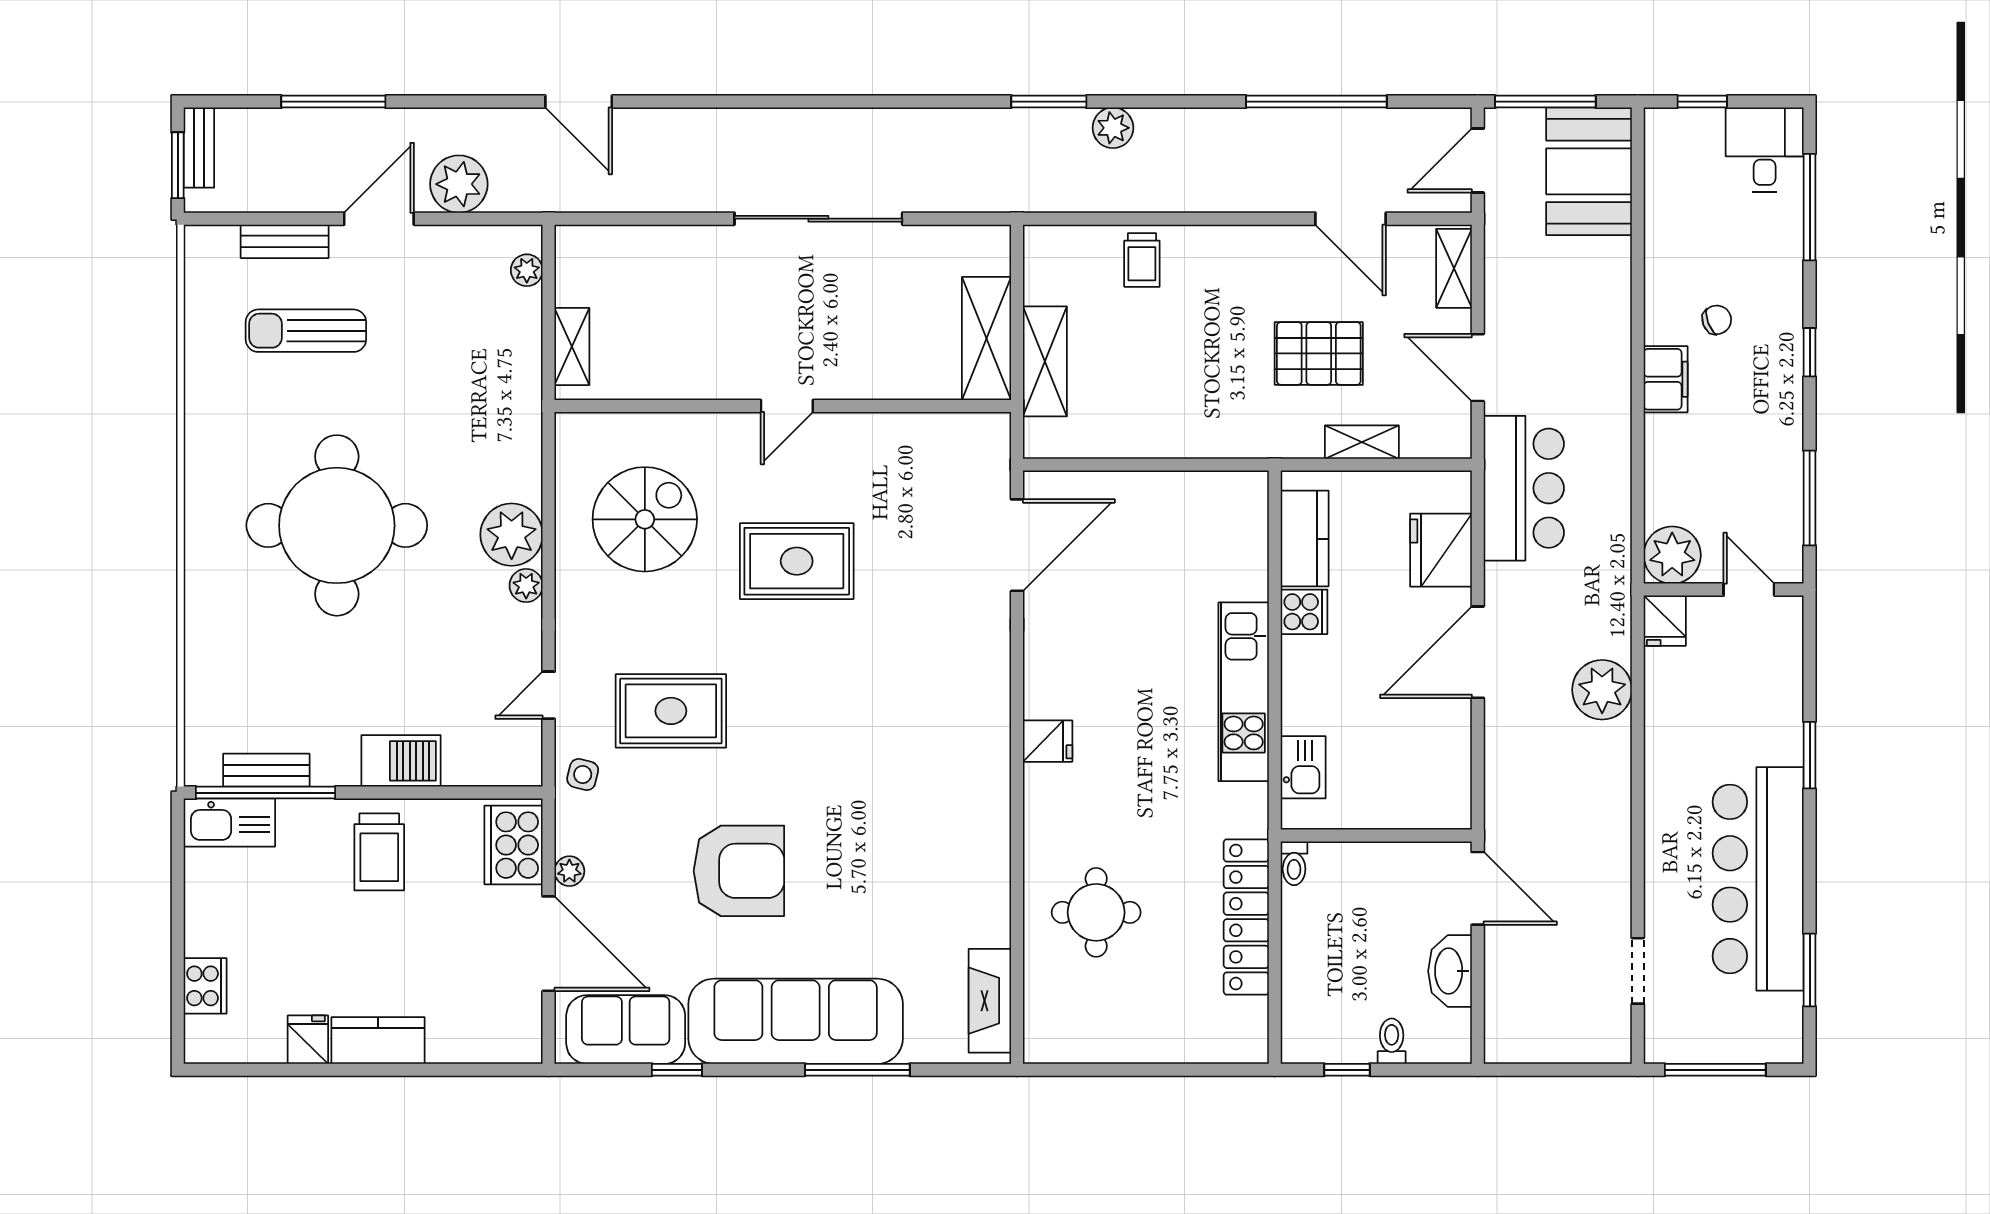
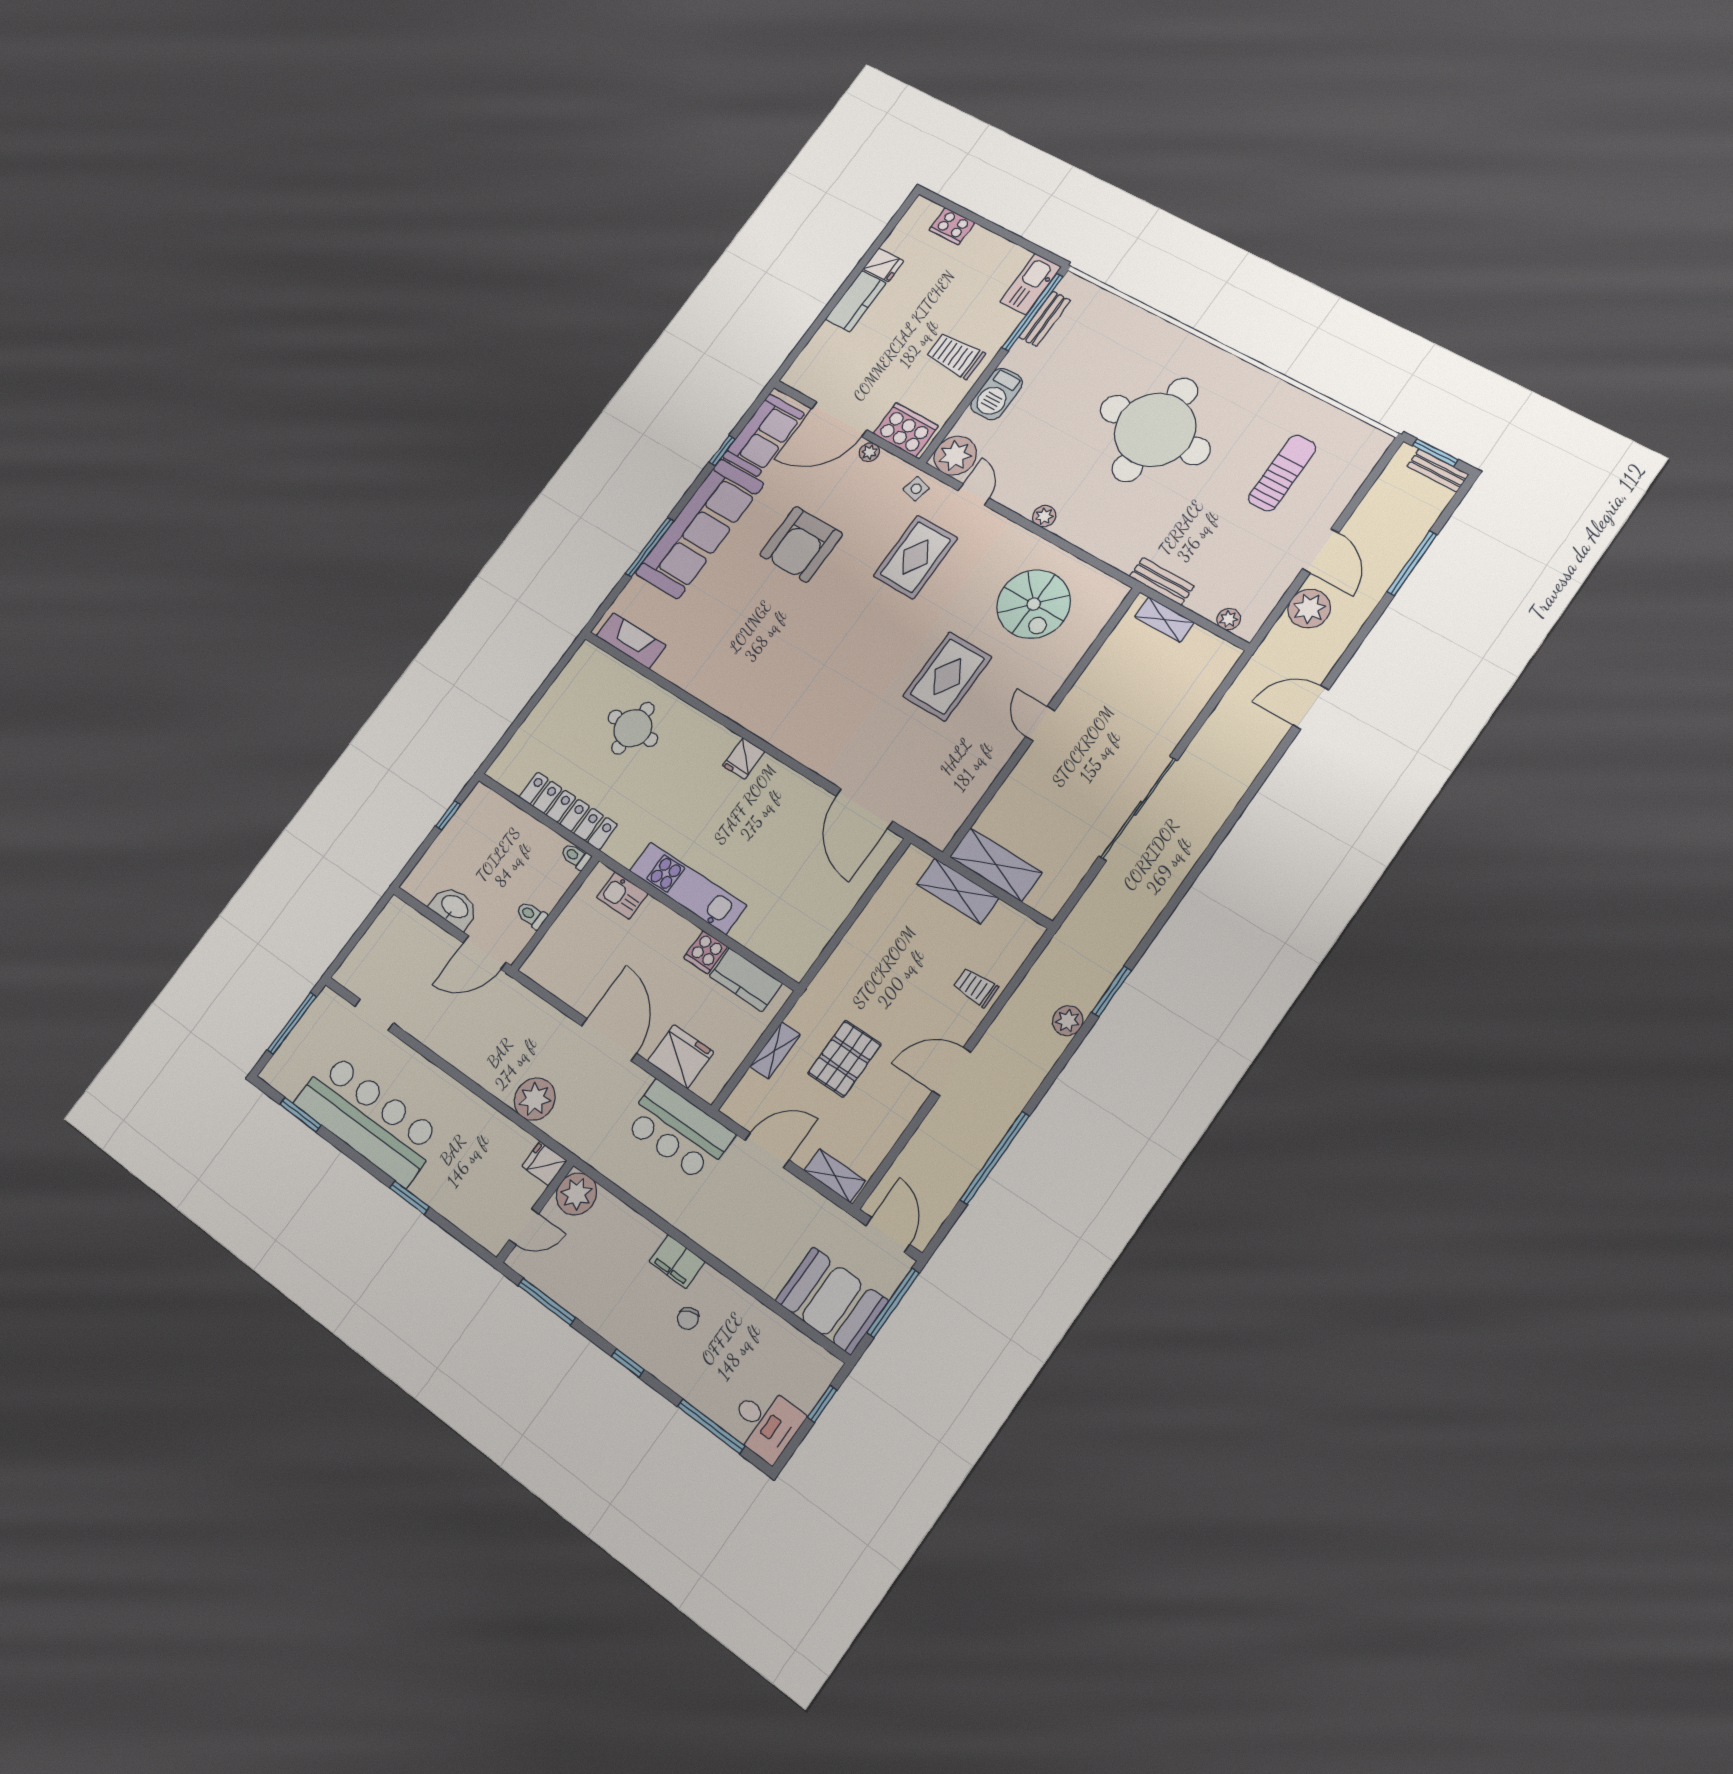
door: (1351, 219) -> (952, 1072), moved
bench: (285, 241) -> (1162, 581), moved, turned 90
plant: (512, 535) -> (955, 456), moved
toilet: (1392, 1041) -> (531, 915), moved, turned 180

